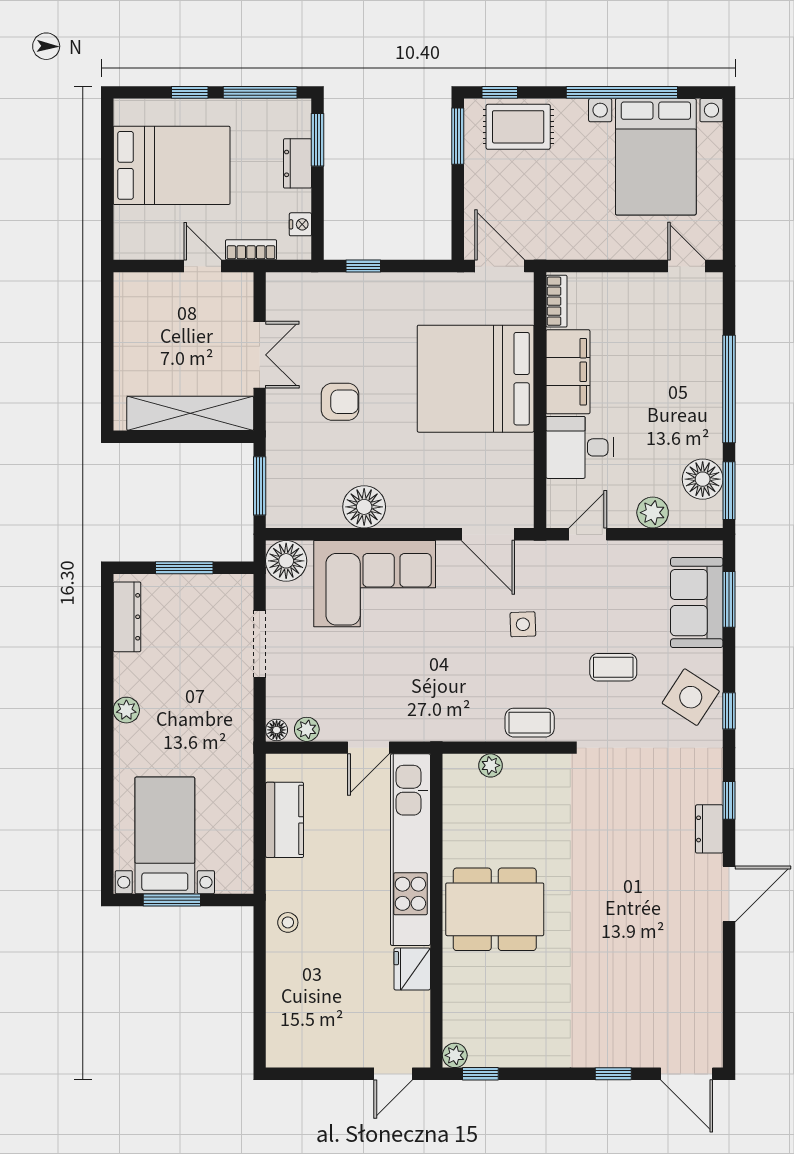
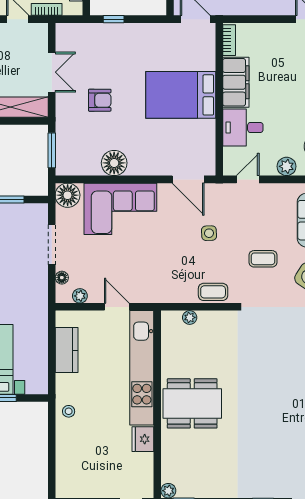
bed: (476, 379) -> (181, 95), width x0.73
floor lamp: (277, 730) -> (62, 278), moved
door: (368, 748) -> (117, 307), swing flipped

